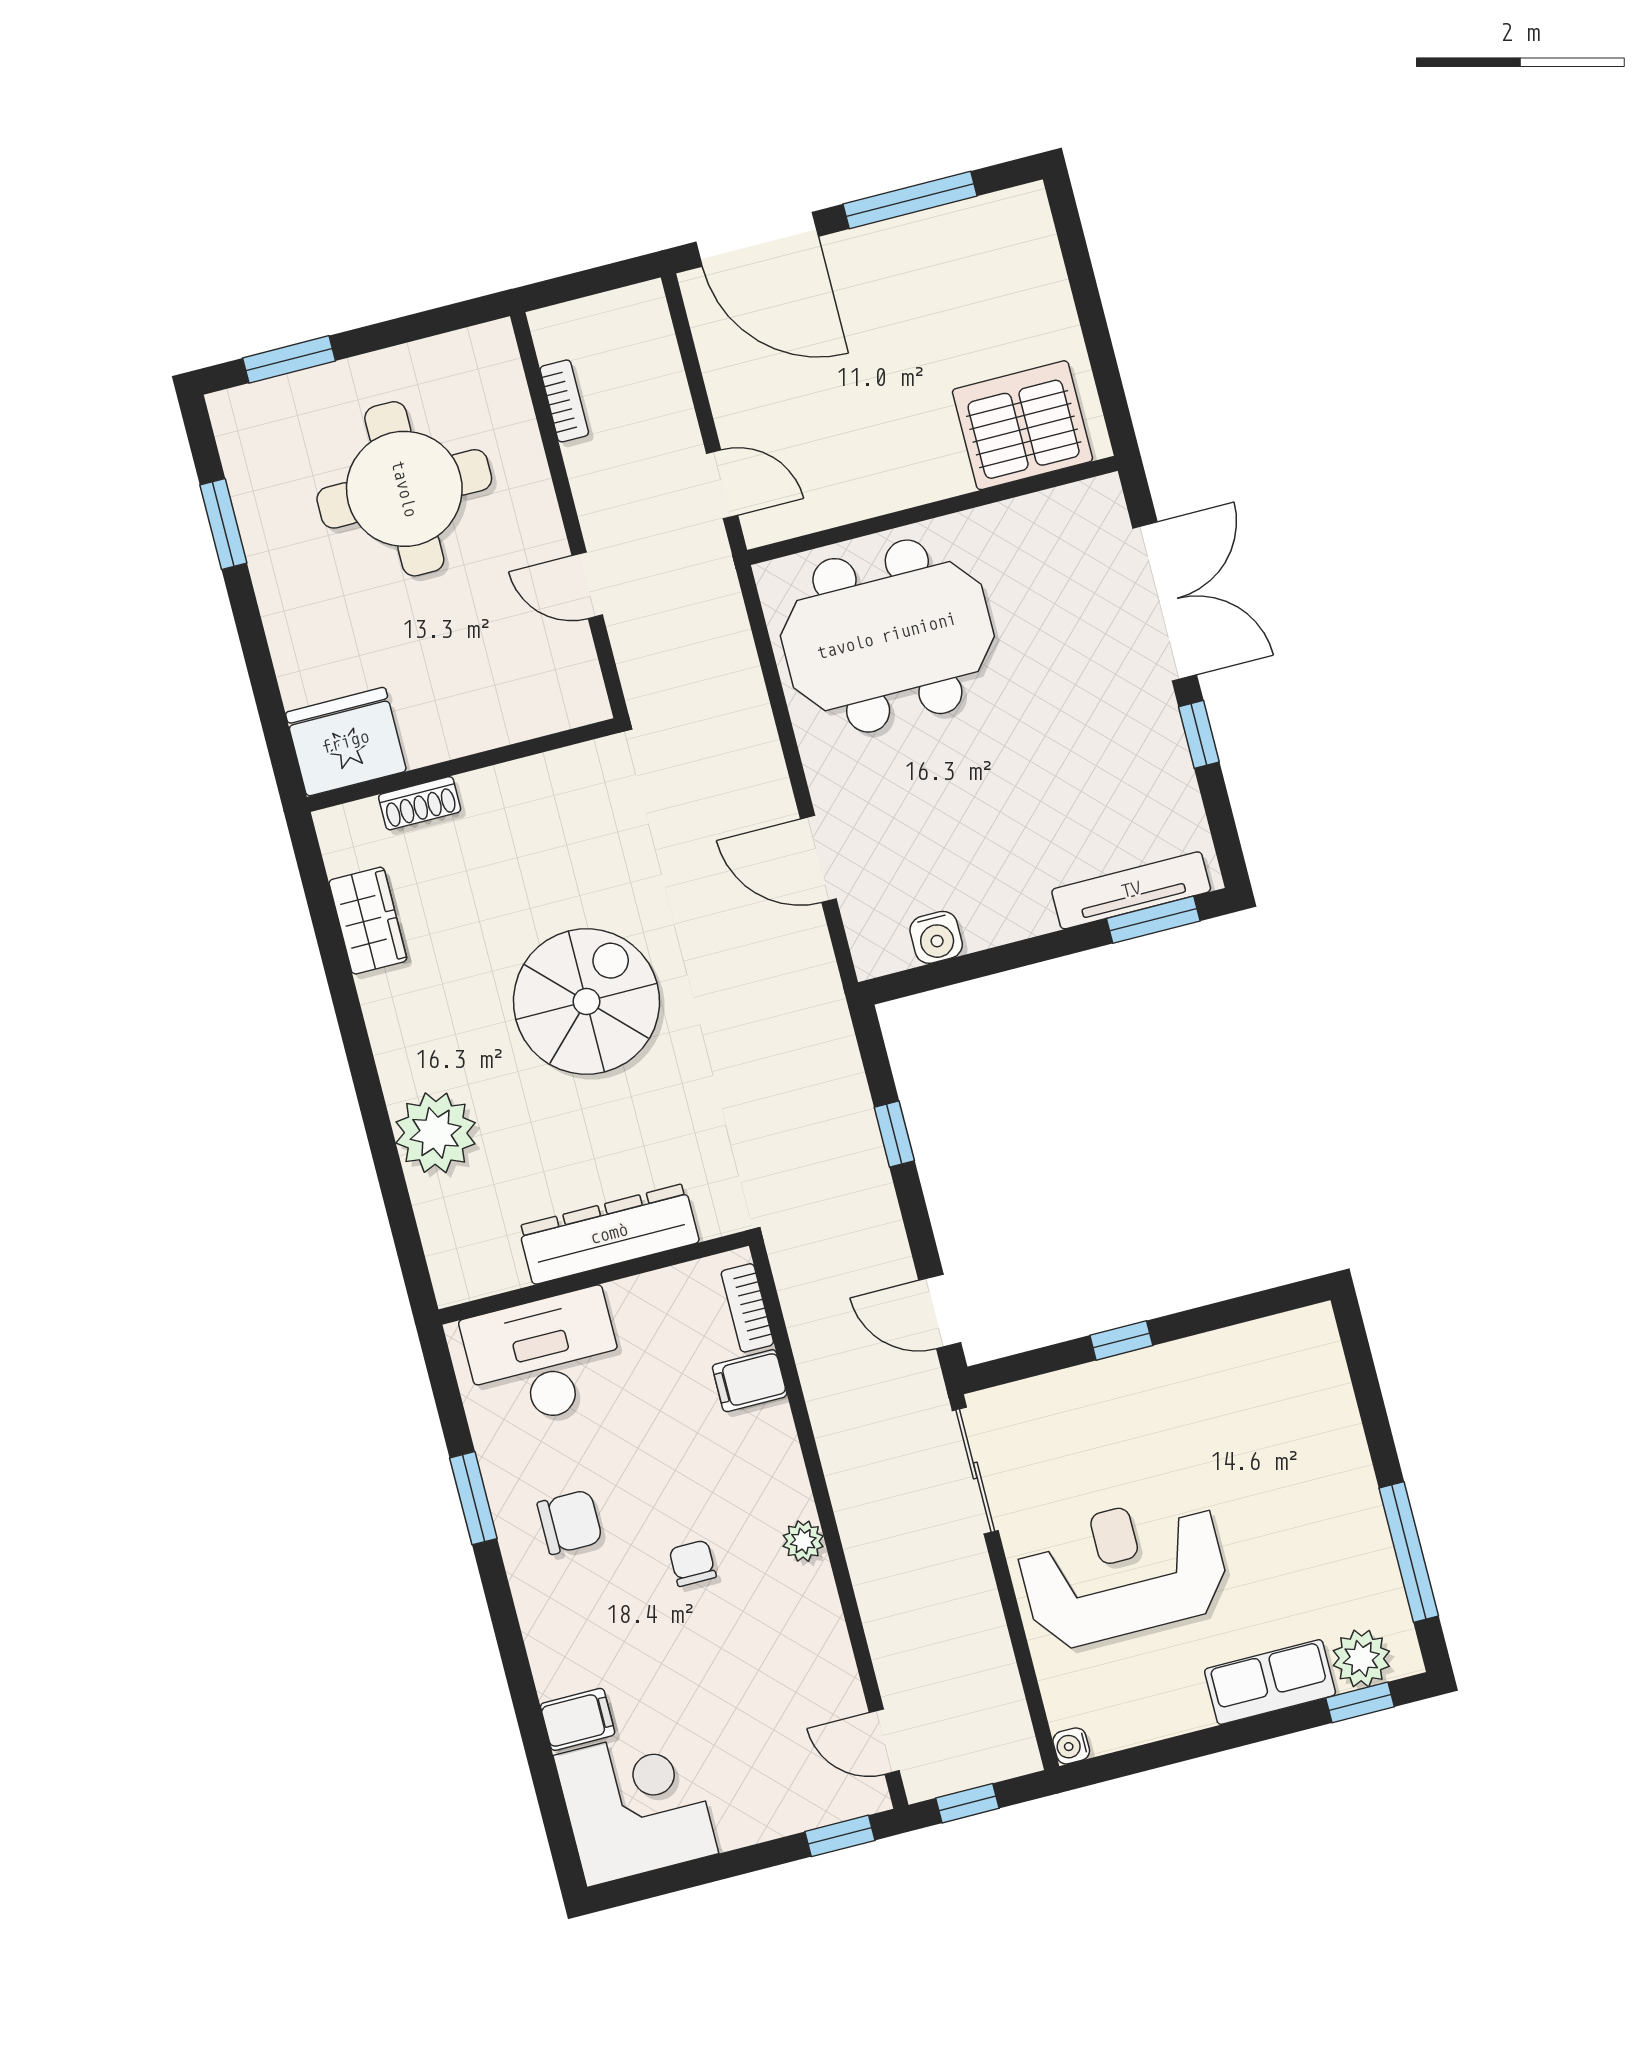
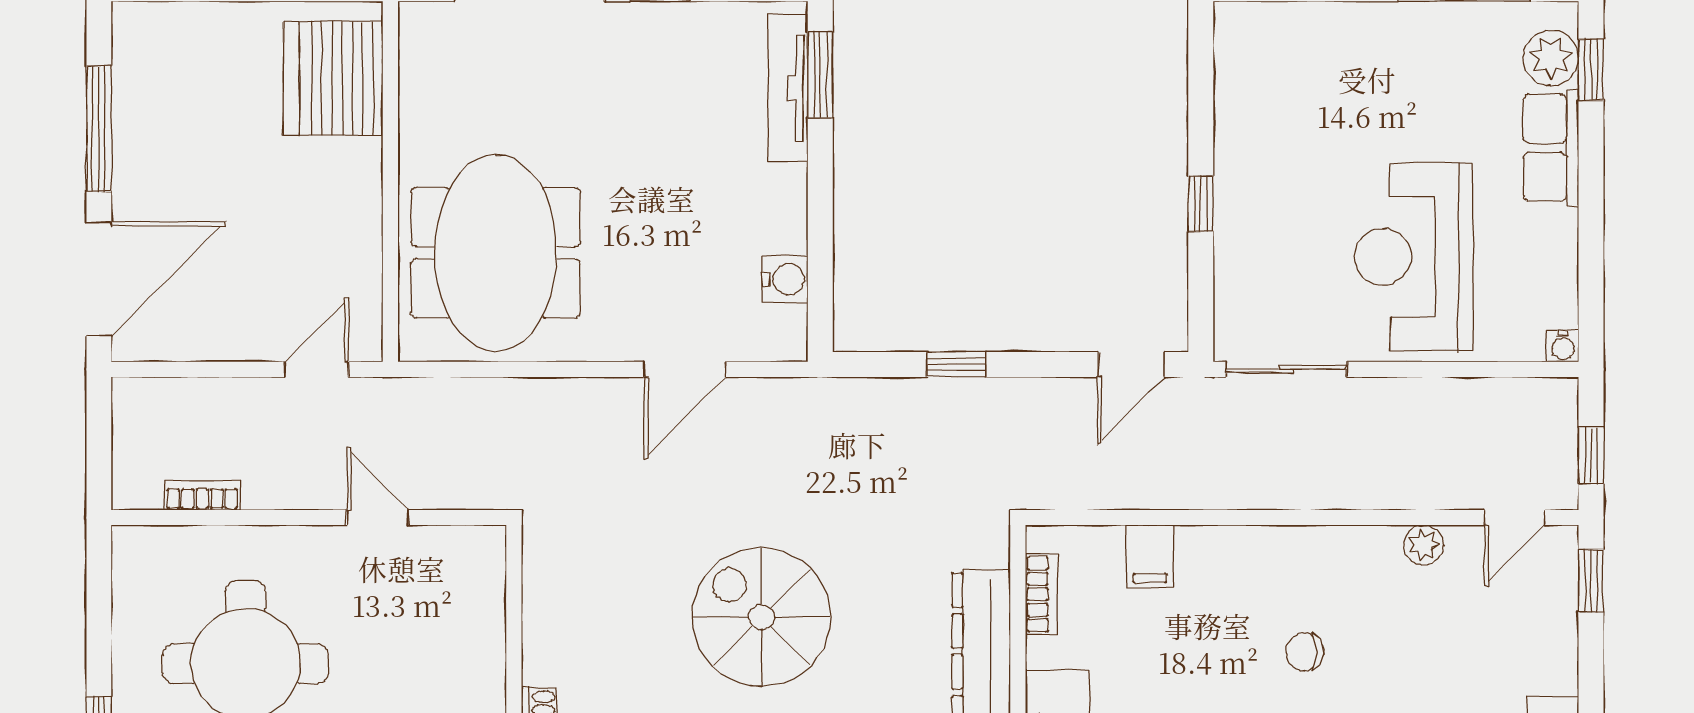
door: (587, 585) -> (378, 518), swing flipped
bookcase: (747, 1308) -> (1041, 594), moved, turned -90
plant: (803, 1541) -> (1424, 545), moved

